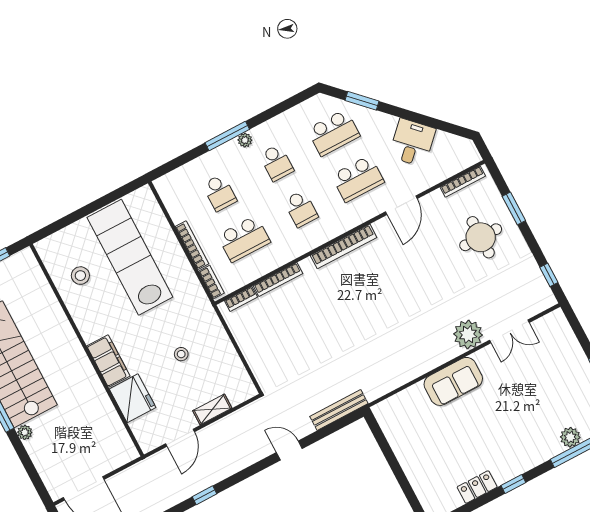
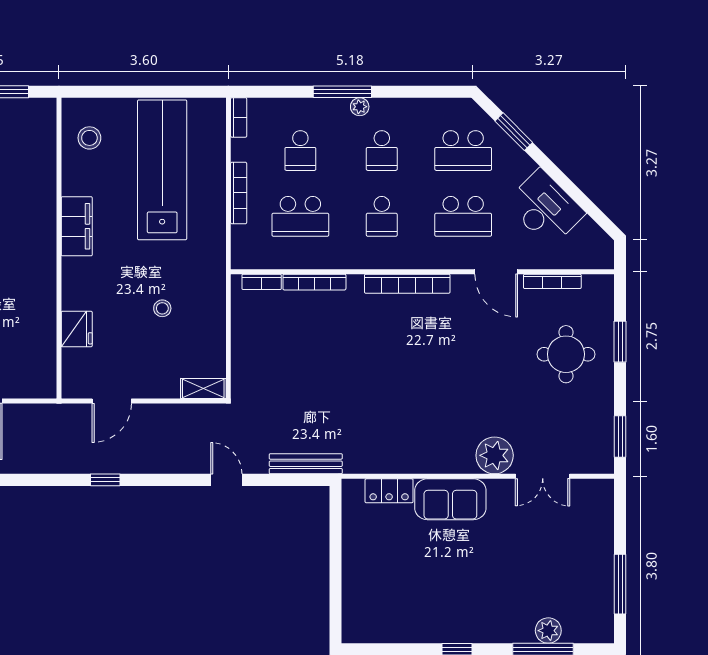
desk: (412, 143) -> (545, 208), width x1.37
bookcase: (463, 182) -> (552, 281), moved
door: (401, 205) -> (496, 272), hinge flipped
window: (549, 275) -> (620, 436), width x1.50
stool: (80, 276) -> (89, 138), moved
bookcase: (212, 282) -> (239, 117), moved
filing cabinet: (108, 361) -> (77, 226), moved
fridge: (133, 398) -> (77, 329), width x0.73, depth x0.75
shelving: (212, 409) -> (203, 388), moved
locker: (477, 487) -> (389, 491), moved, turned 180

